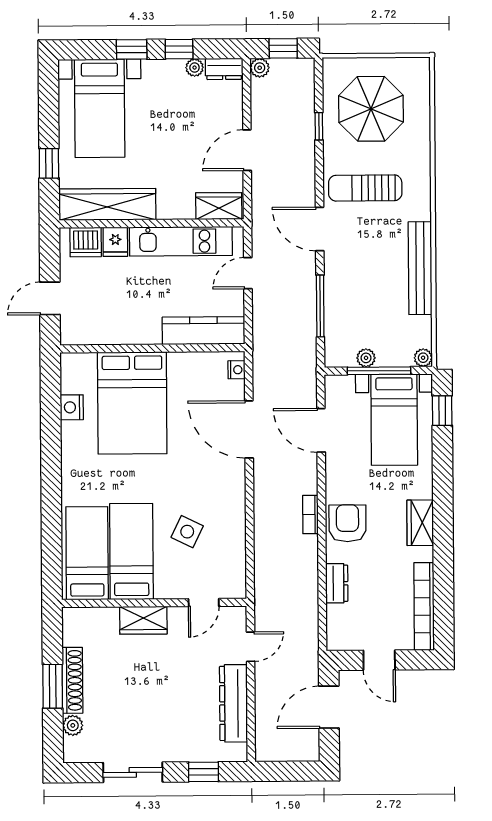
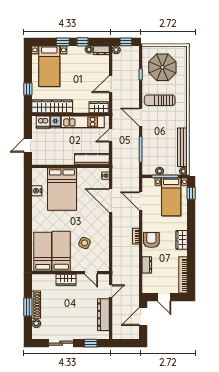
bench: (420, 268) -> (182, 147), moved
door: (204, 603) -> (91, 273), hinge flipped

